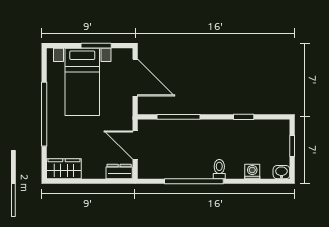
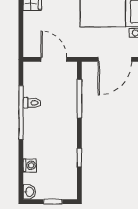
door: (135, 145) -> (54, 59), hinge flipped
toilet: (219, 169) -> (32, 103), moved
dresser: (119, 171) -> (30, 45), removed

